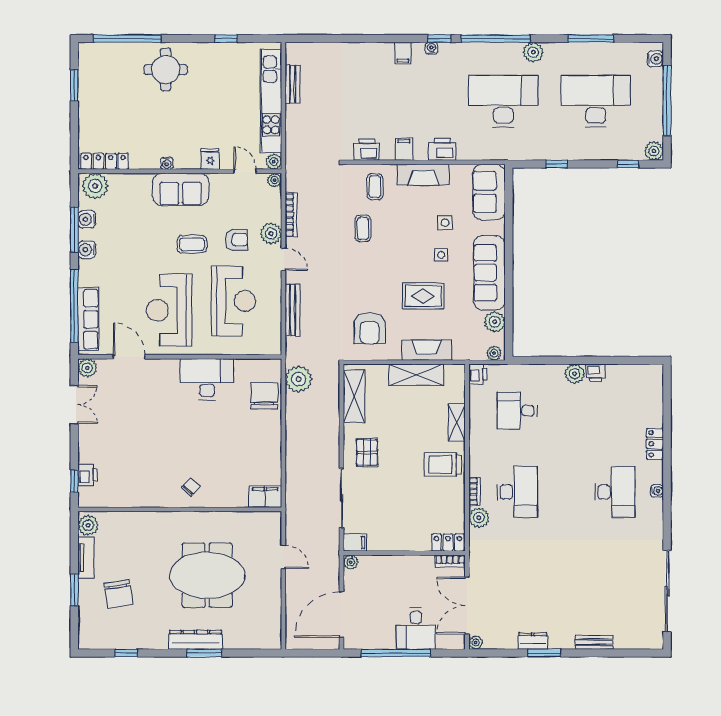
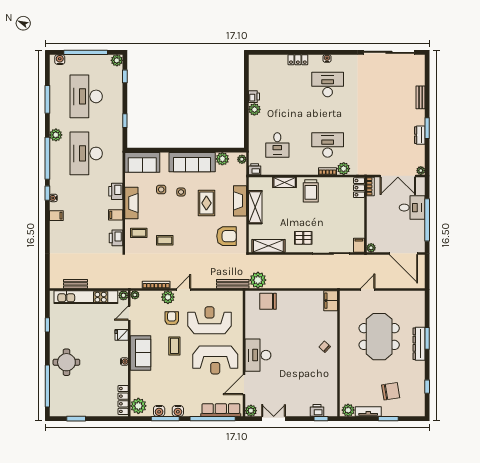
bench: (292, 310) -> (233, 284), moved
desk: (207, 379) -> (258, 355), moved

